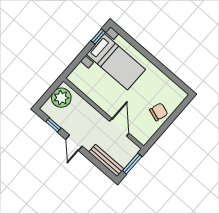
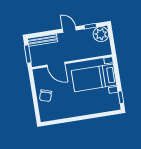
bed with nightstands: (116, 62) -> (94, 78), moved
plant: (61, 98) -> (101, 34), moved

